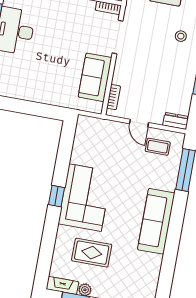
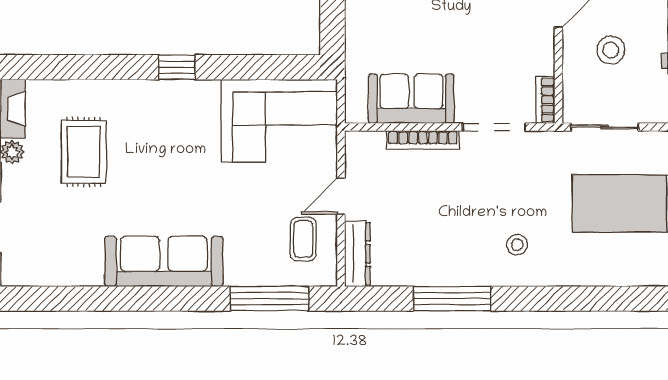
bookcase: (114, 97) -> (423, 140), moved, width x1.56
dresser: (176, 121) -> (357, 254), width x1.44
corner sofa: (85, 198) -> (279, 121), moved

